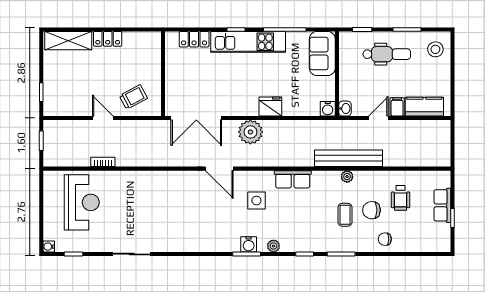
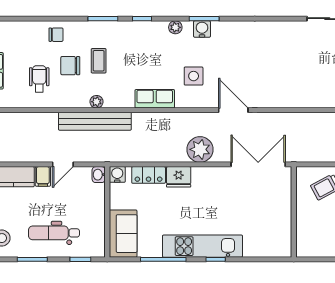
locker: (194, 39) -> (149, 175), moved, turned 180
chair: (371, 210) -> (70, 66), turned 180

